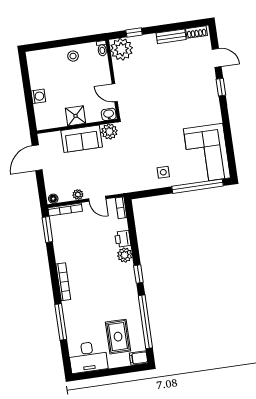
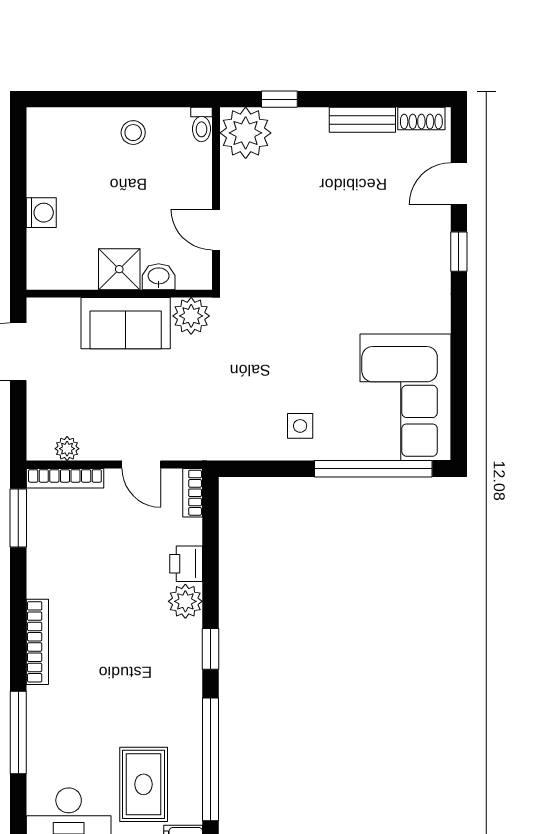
door: (217, 58) -> (459, 184), swing flipped
washbasin: (109, 114) -> (159, 277), moved
plant: (78, 195) -> (67, 449), moved
floor lamp: (53, 199) -> (42, 450), removed

